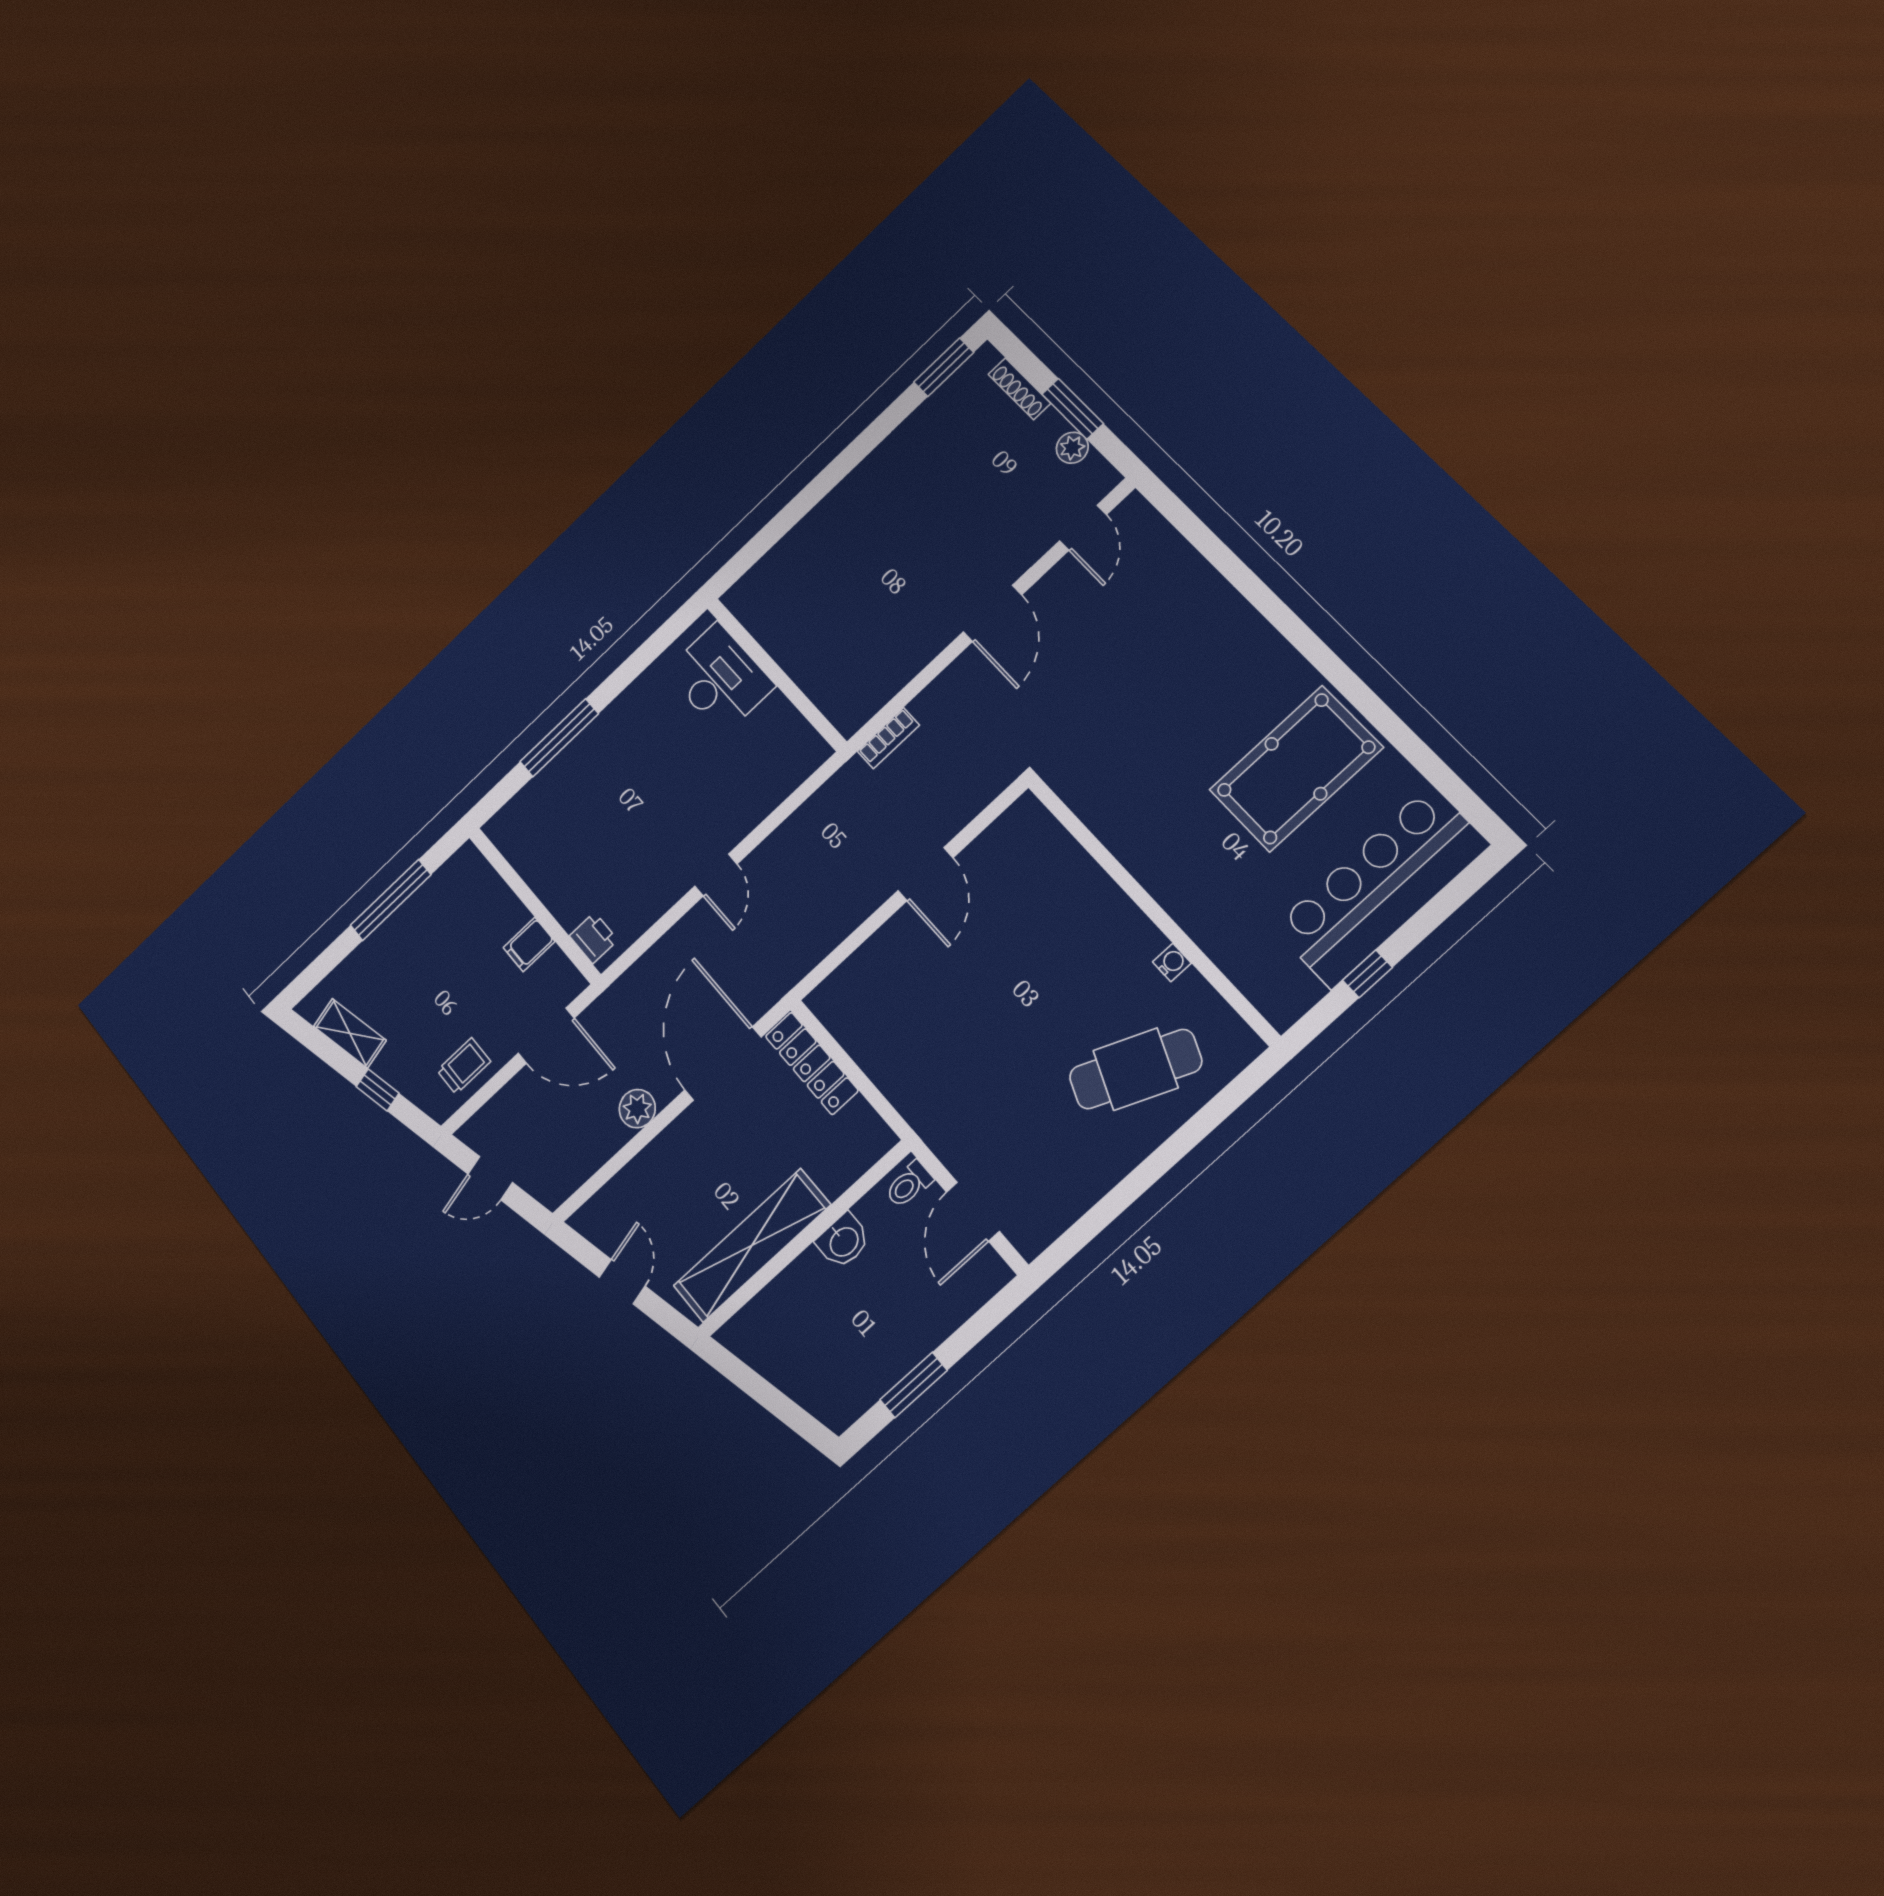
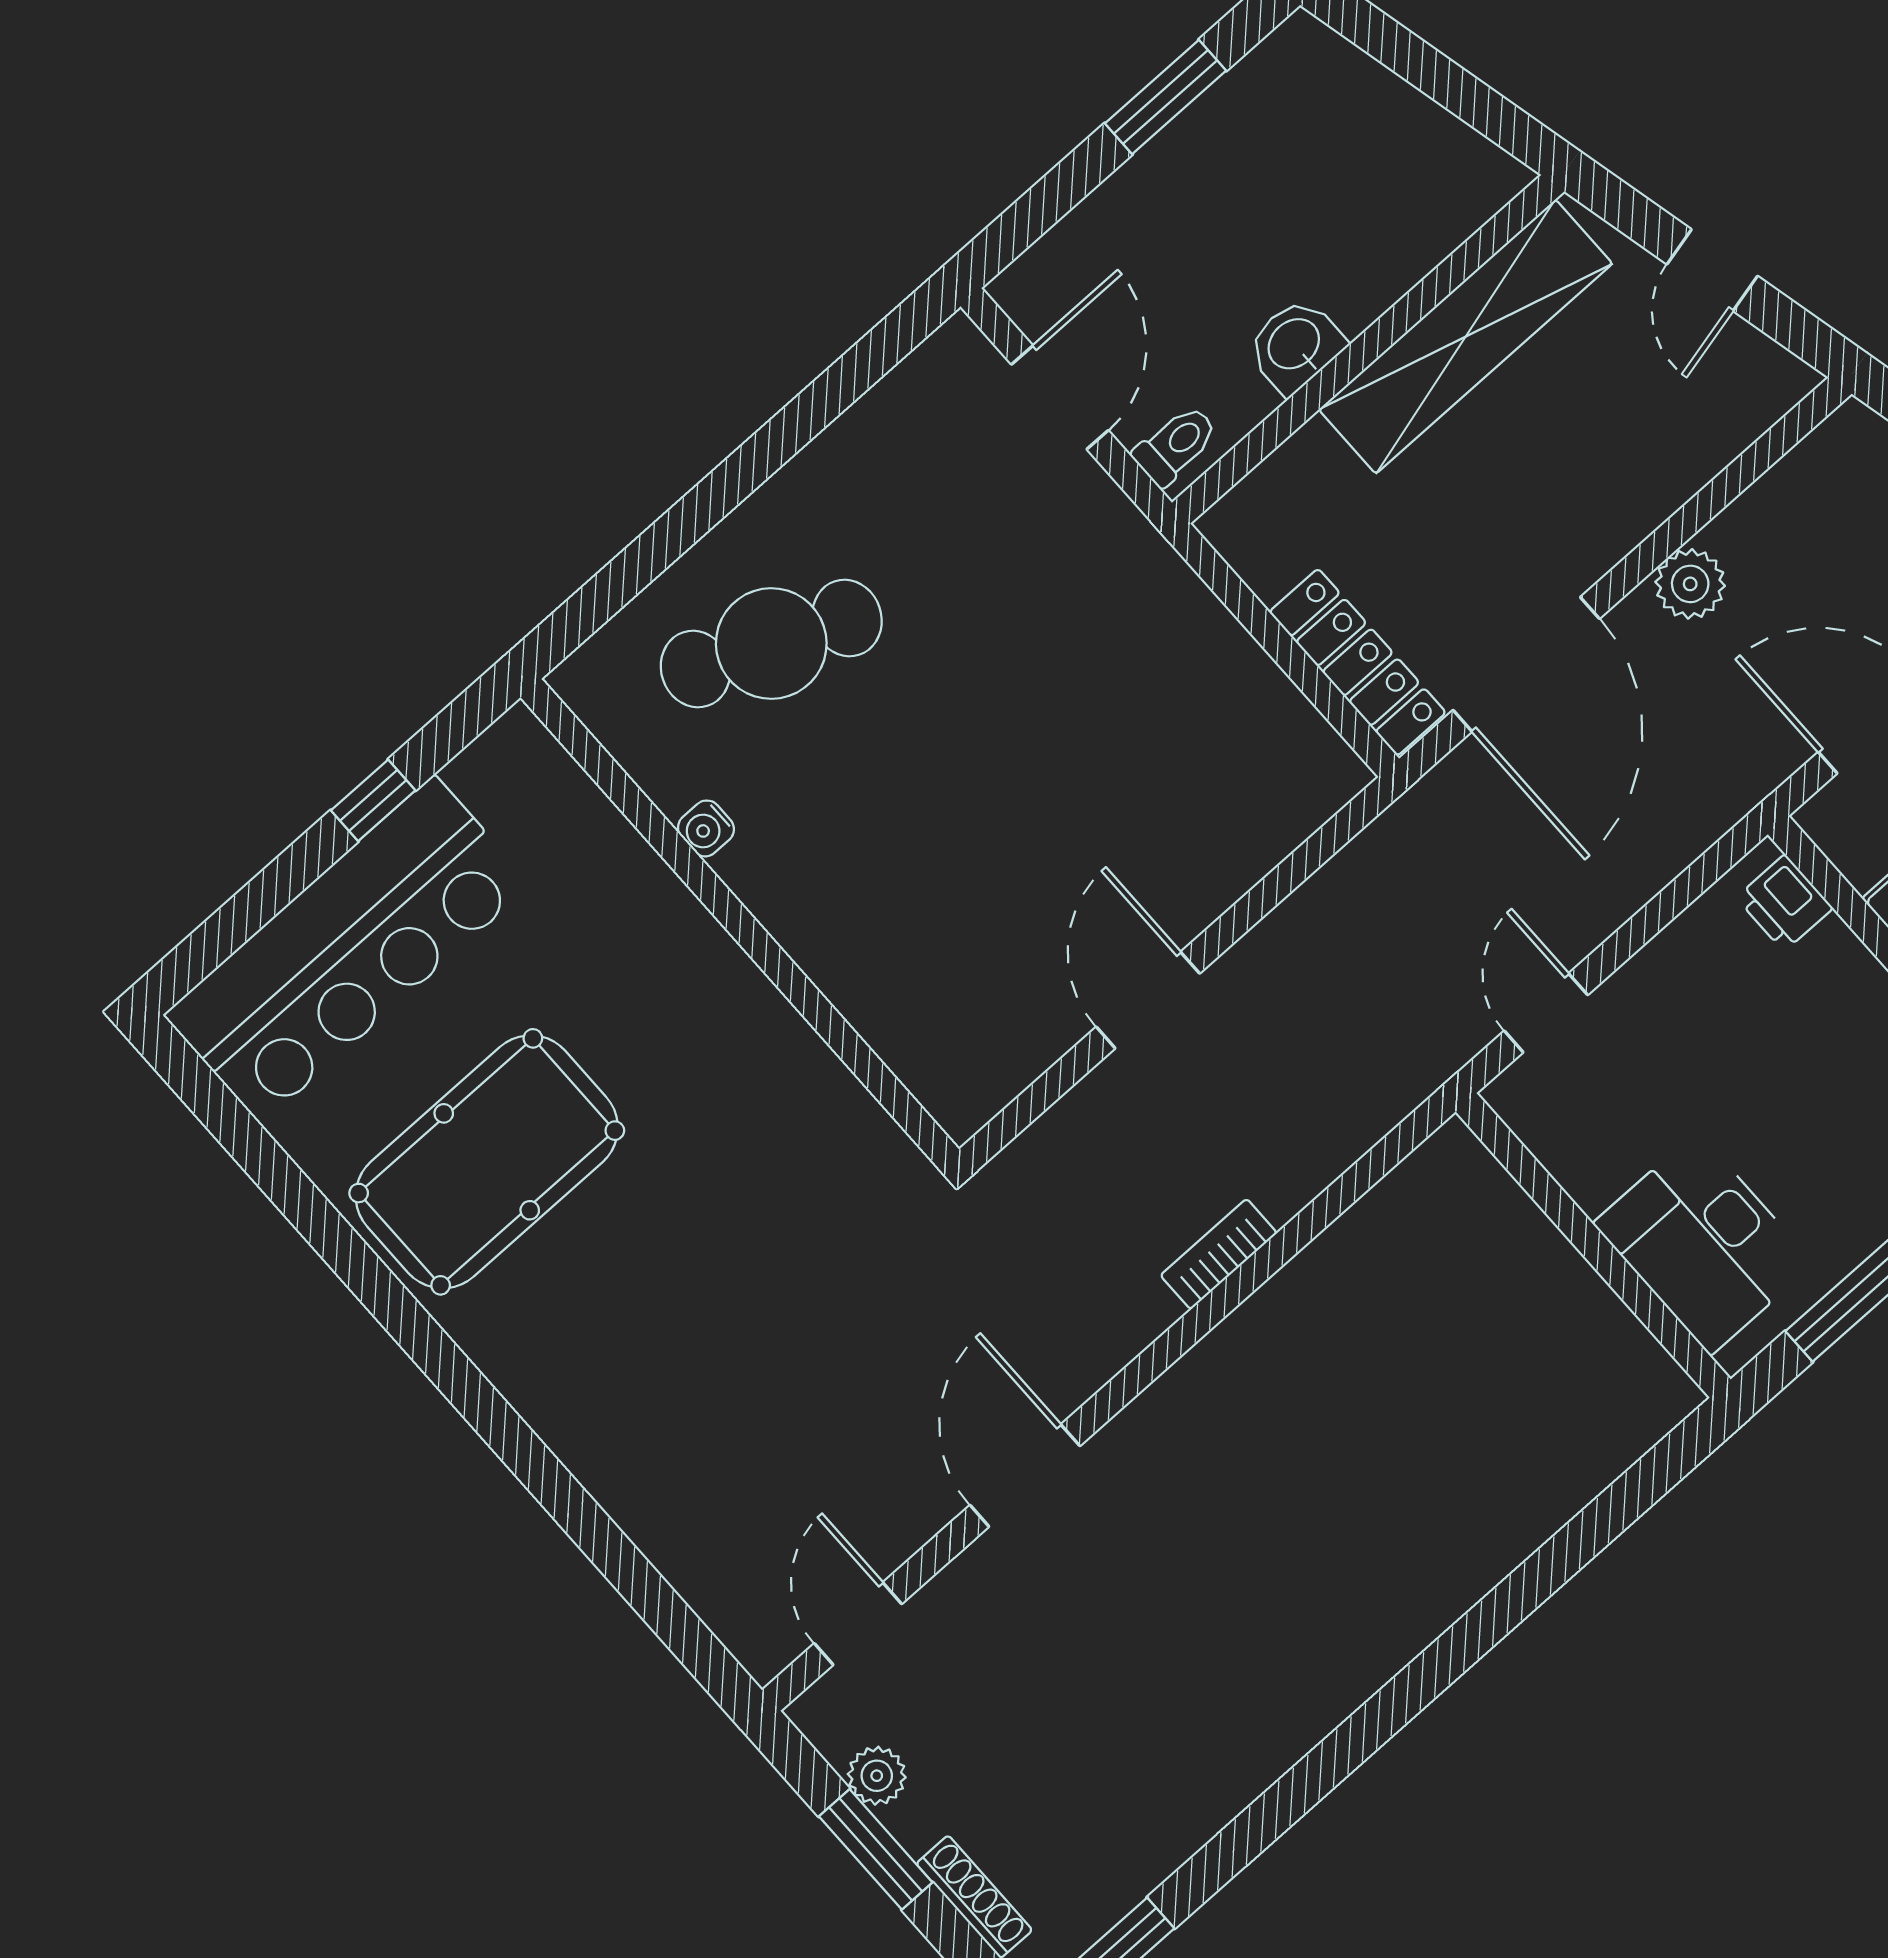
wall: (776, 674) -> (1593, 1245), moved
desk: (720, 679) -> (1704, 1243), moved

